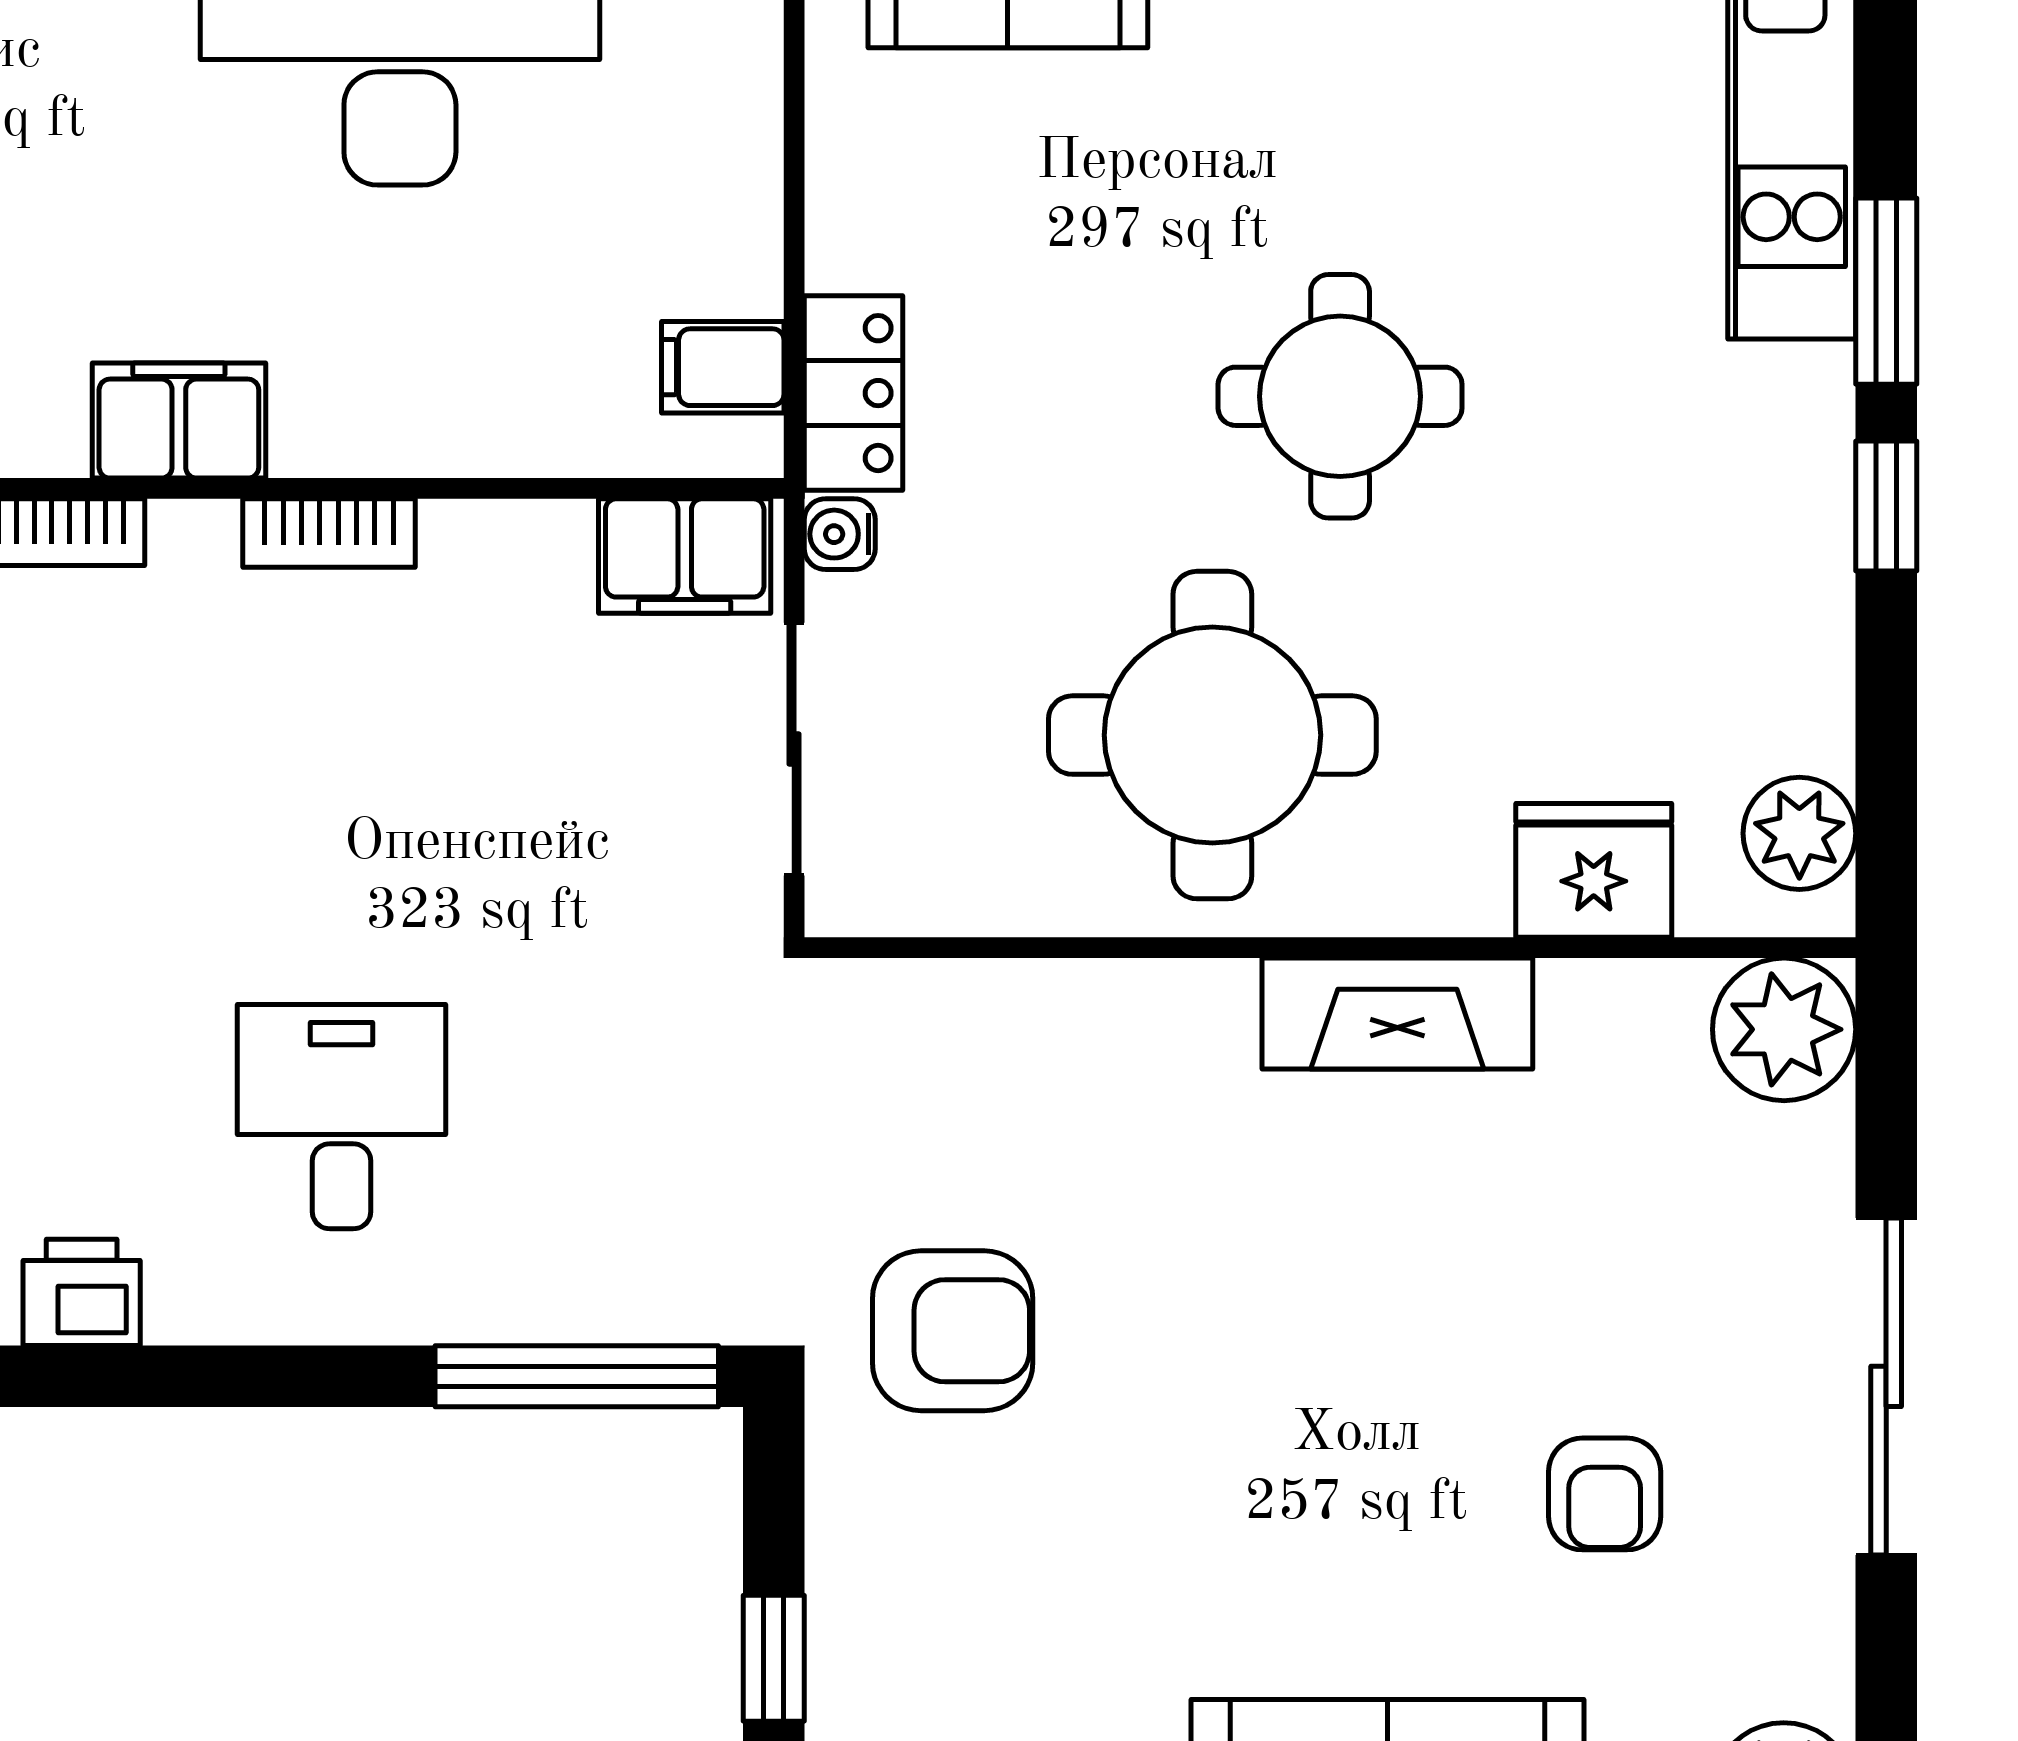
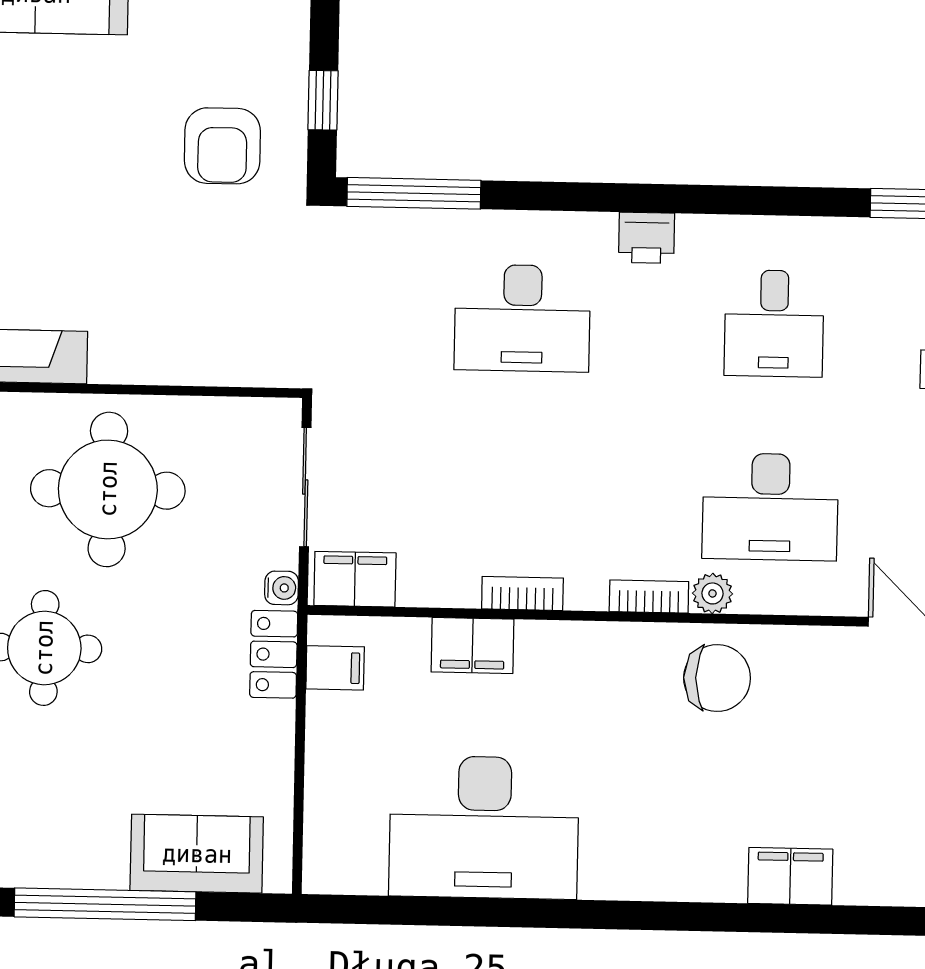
filing cabinet: (179, 420) -> (472, 646), moved
desk: (342, 1117) -> (522, 318), width x1.37
armchair: (953, 1331) -> (222, 146), moved, turned -90
window: (774, 1658) -> (323, 100), moved

